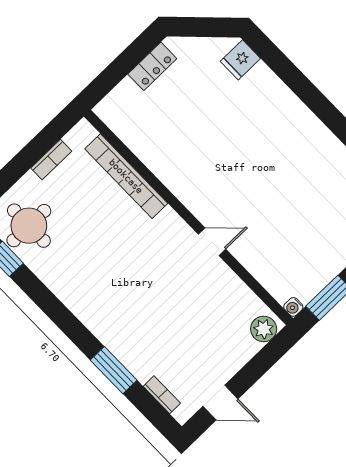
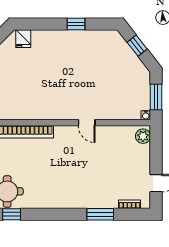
window: (323, 108) -> (76, 24), added
door: (212, 242) -> (87, 123), swing flipped

